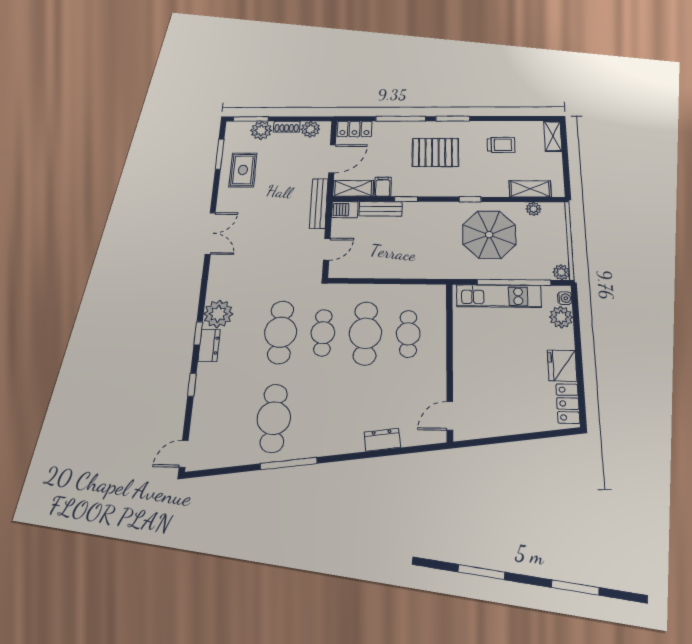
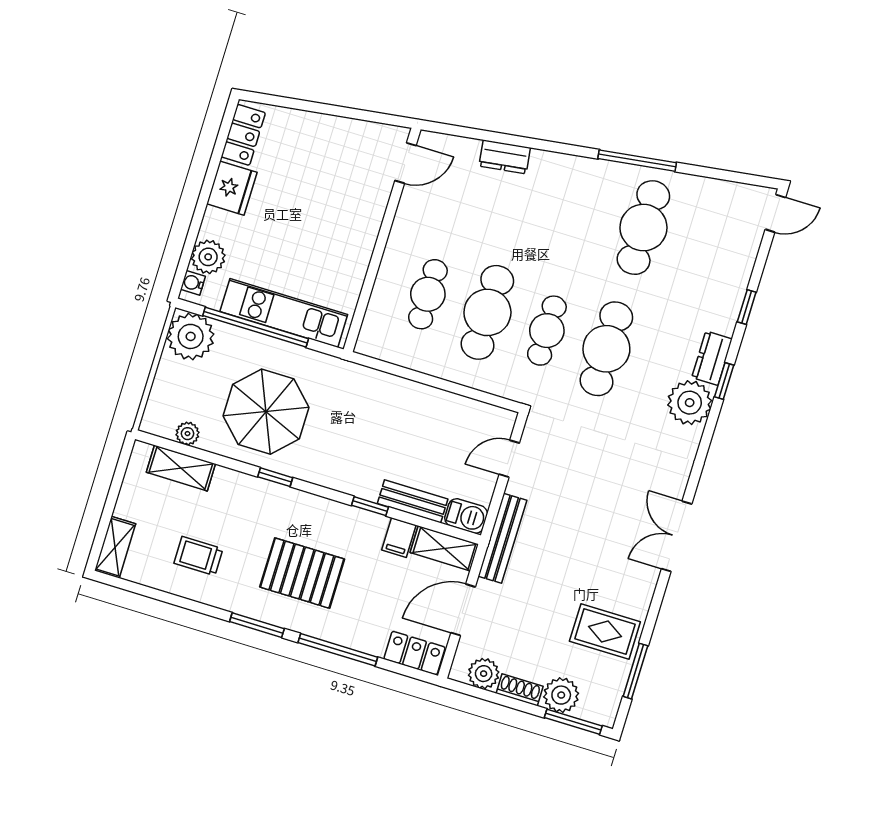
rug: (243, 170) -> (605, 631), turned 90
plant: (561, 272) -> (191, 336), width x1.88, depth x1.88

